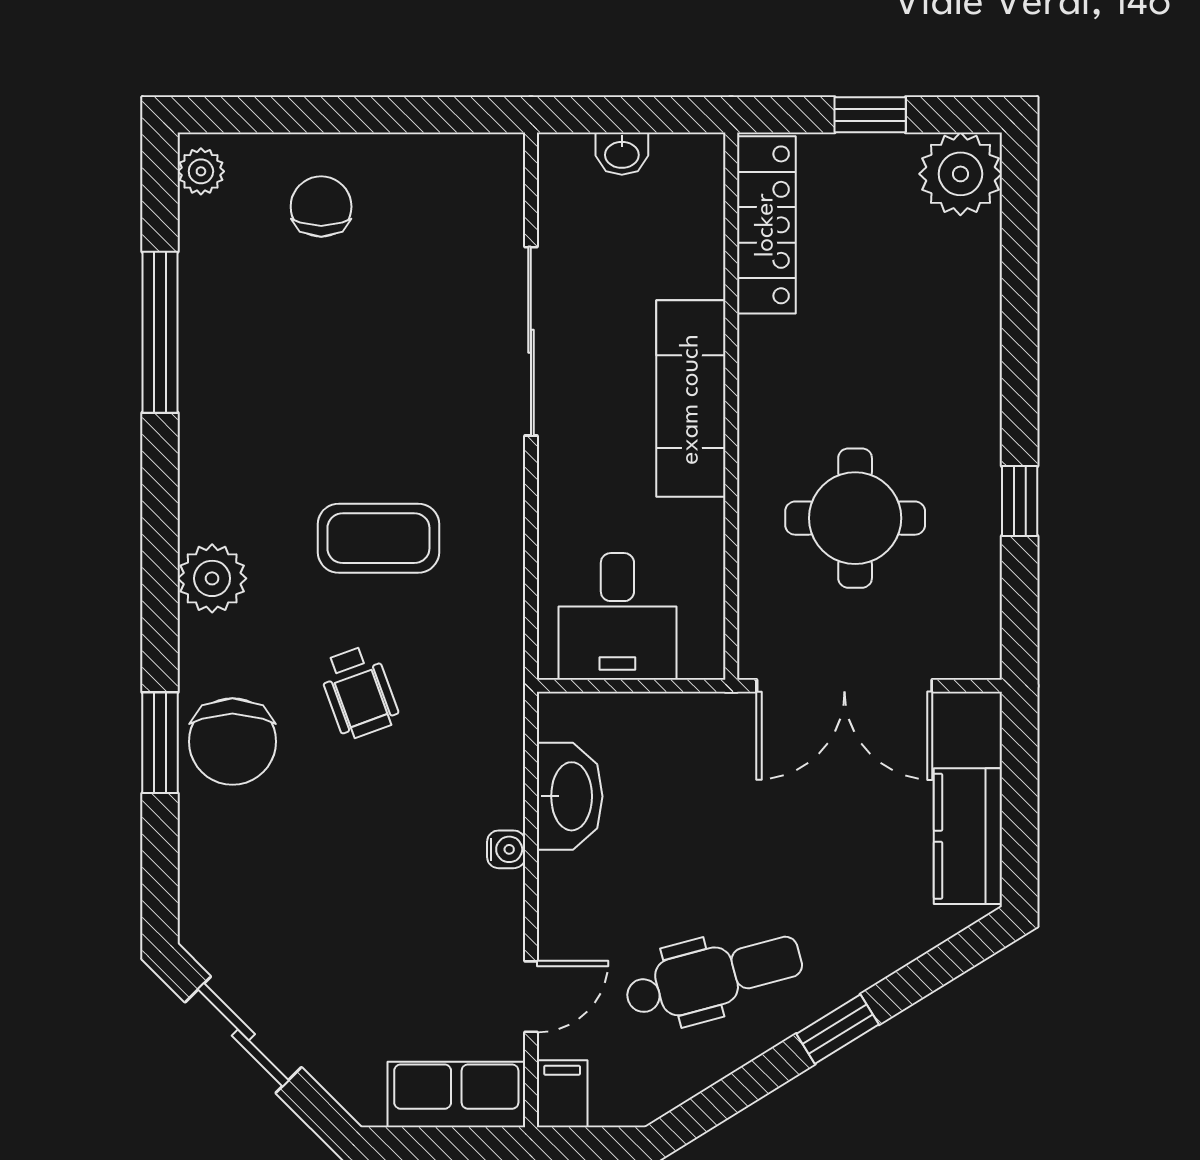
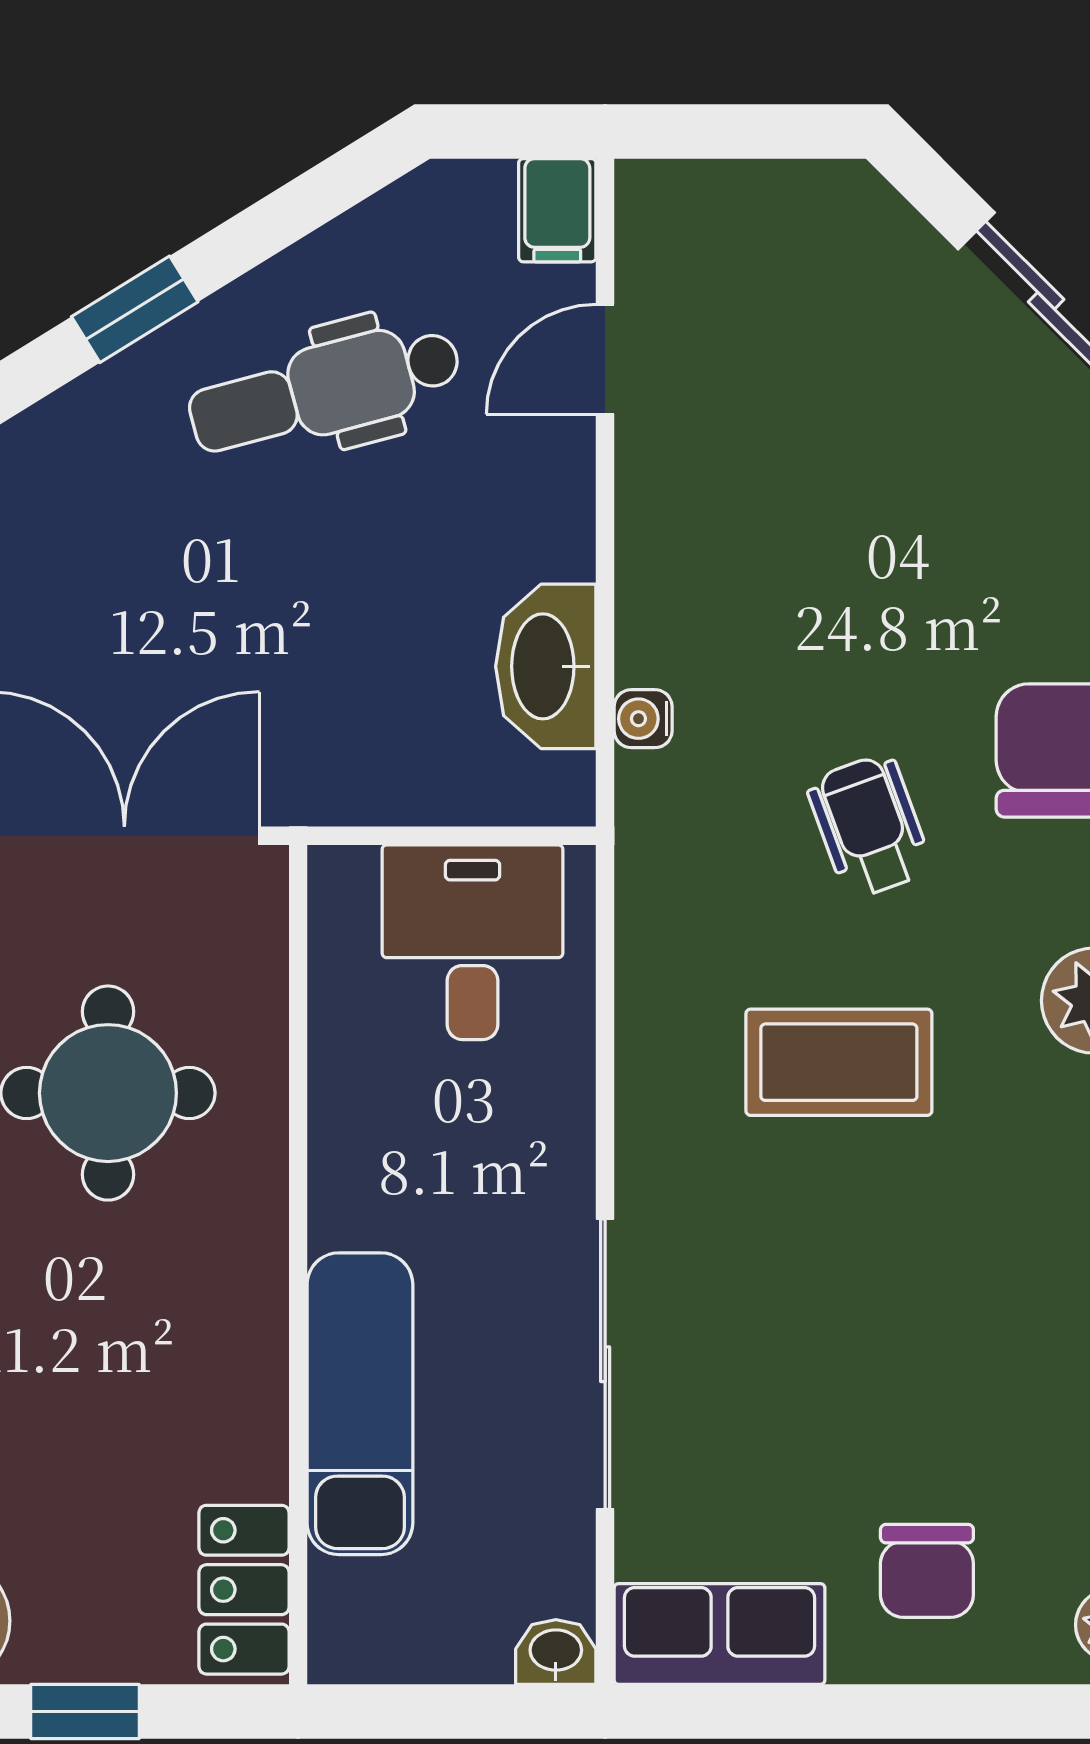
washbasin: (622, 154) -> (556, 1652), moved
locker: (766, 225) -> (244, 1590), width x0.66
exam couch: (691, 399) -> (360, 1404), moved
water cooler: (506, 849) -> (643, 719), moved
row of seats: (456, 1095) -> (720, 1634), moved, turned 180

